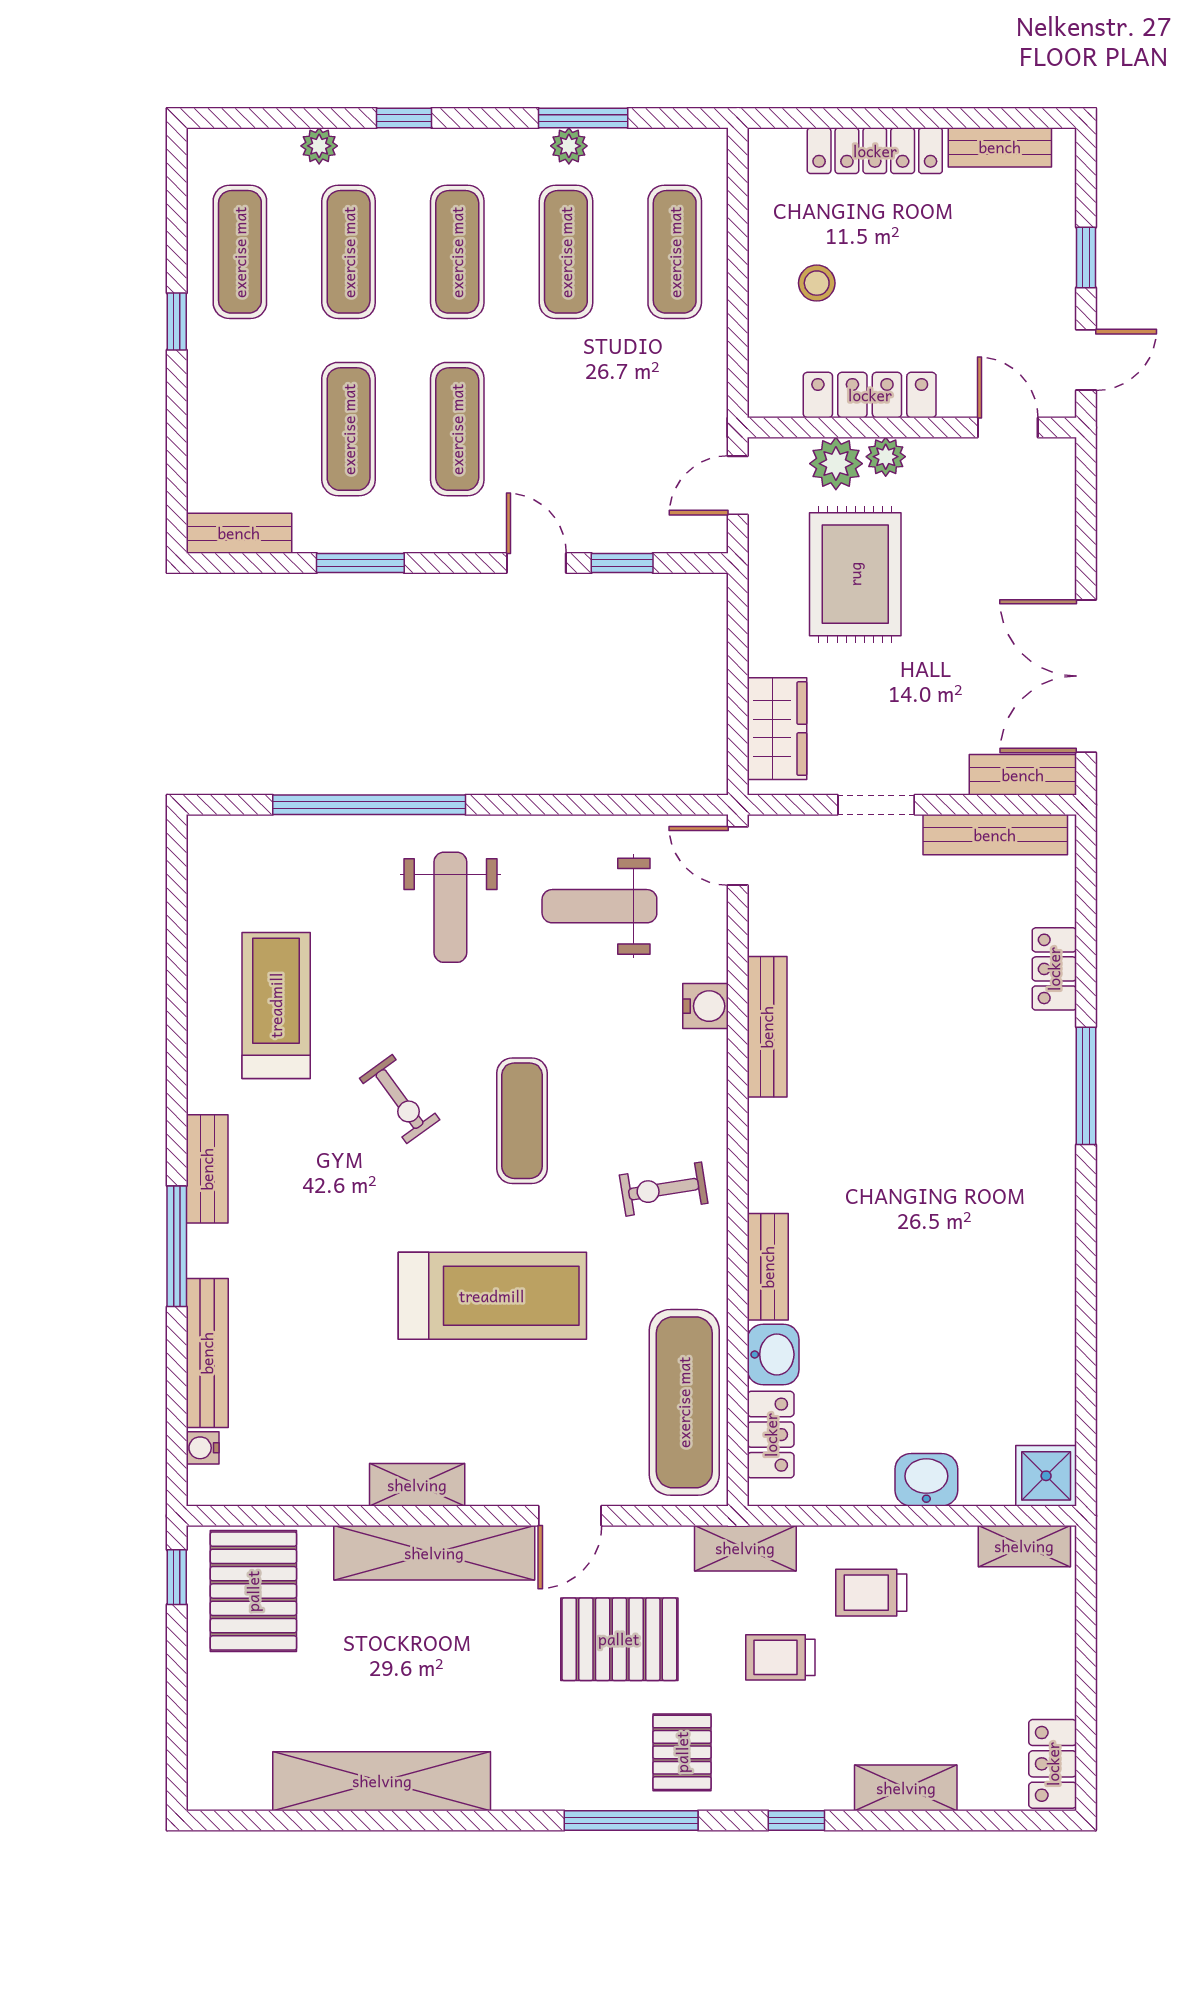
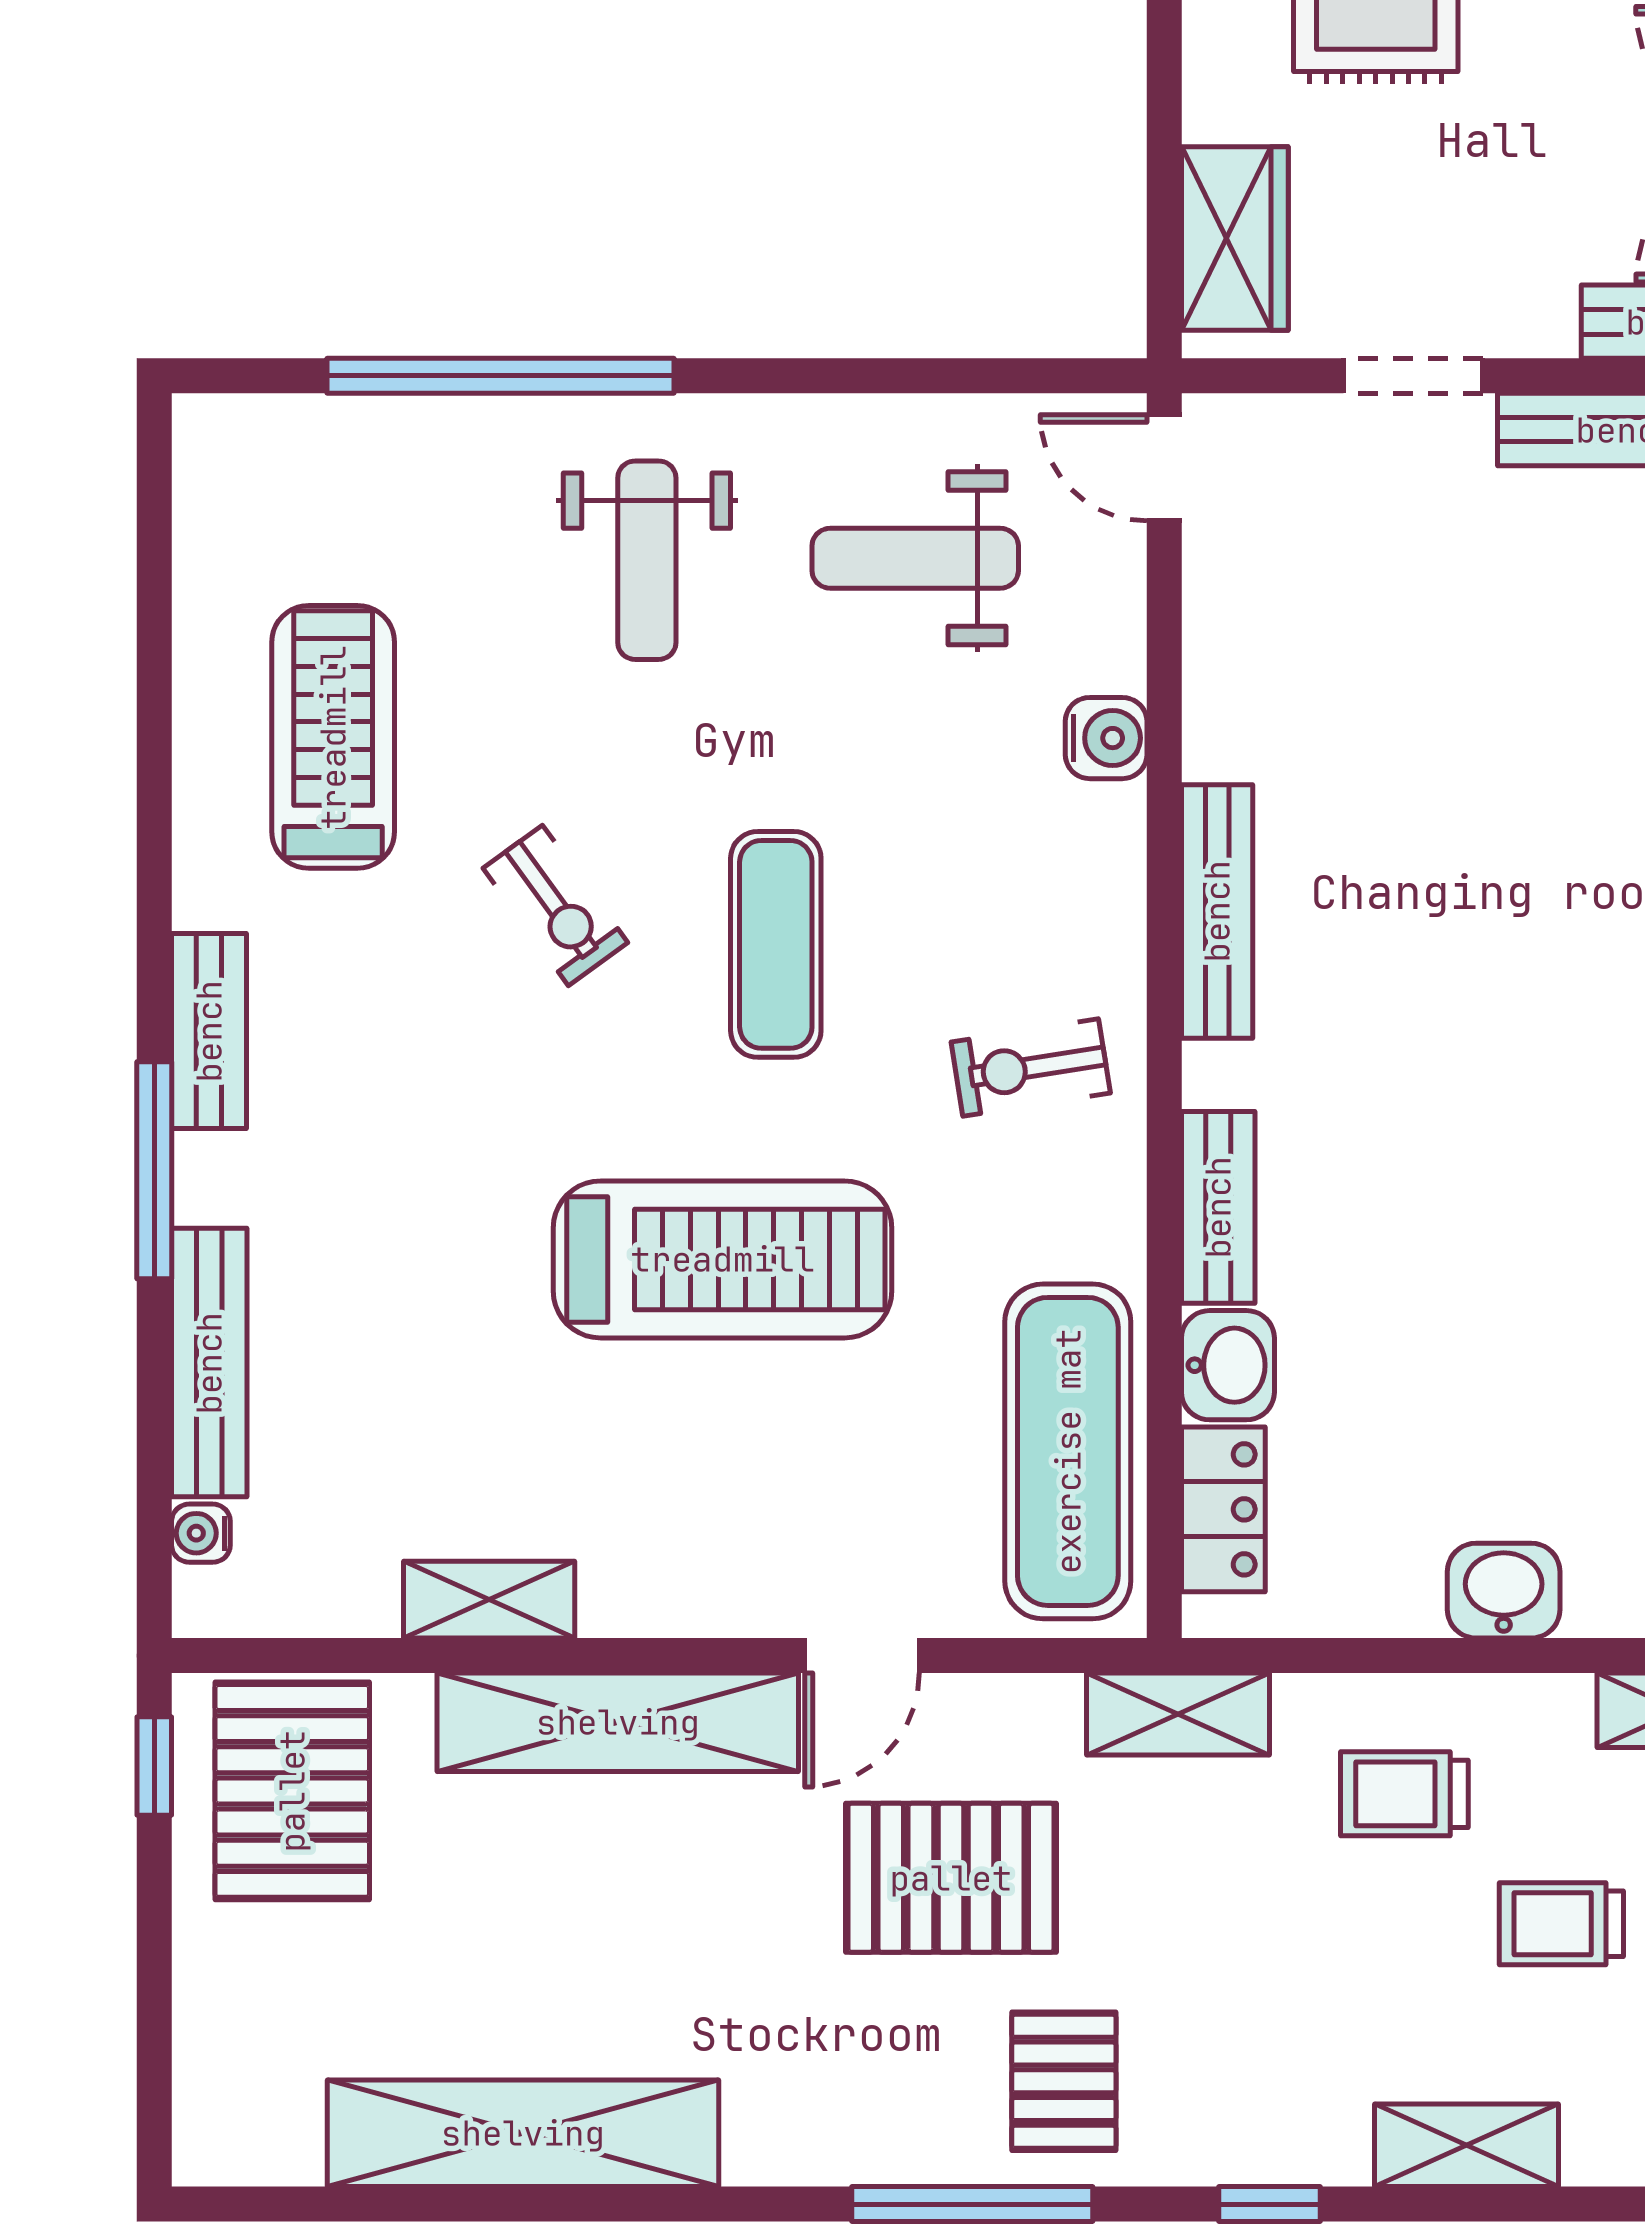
bench: (767, 1027) -> (1217, 911), moved
shelving: (417, 1485) -> (489, 1600), moved
trolley: (780, 1657) -> (1561, 1924), moved

